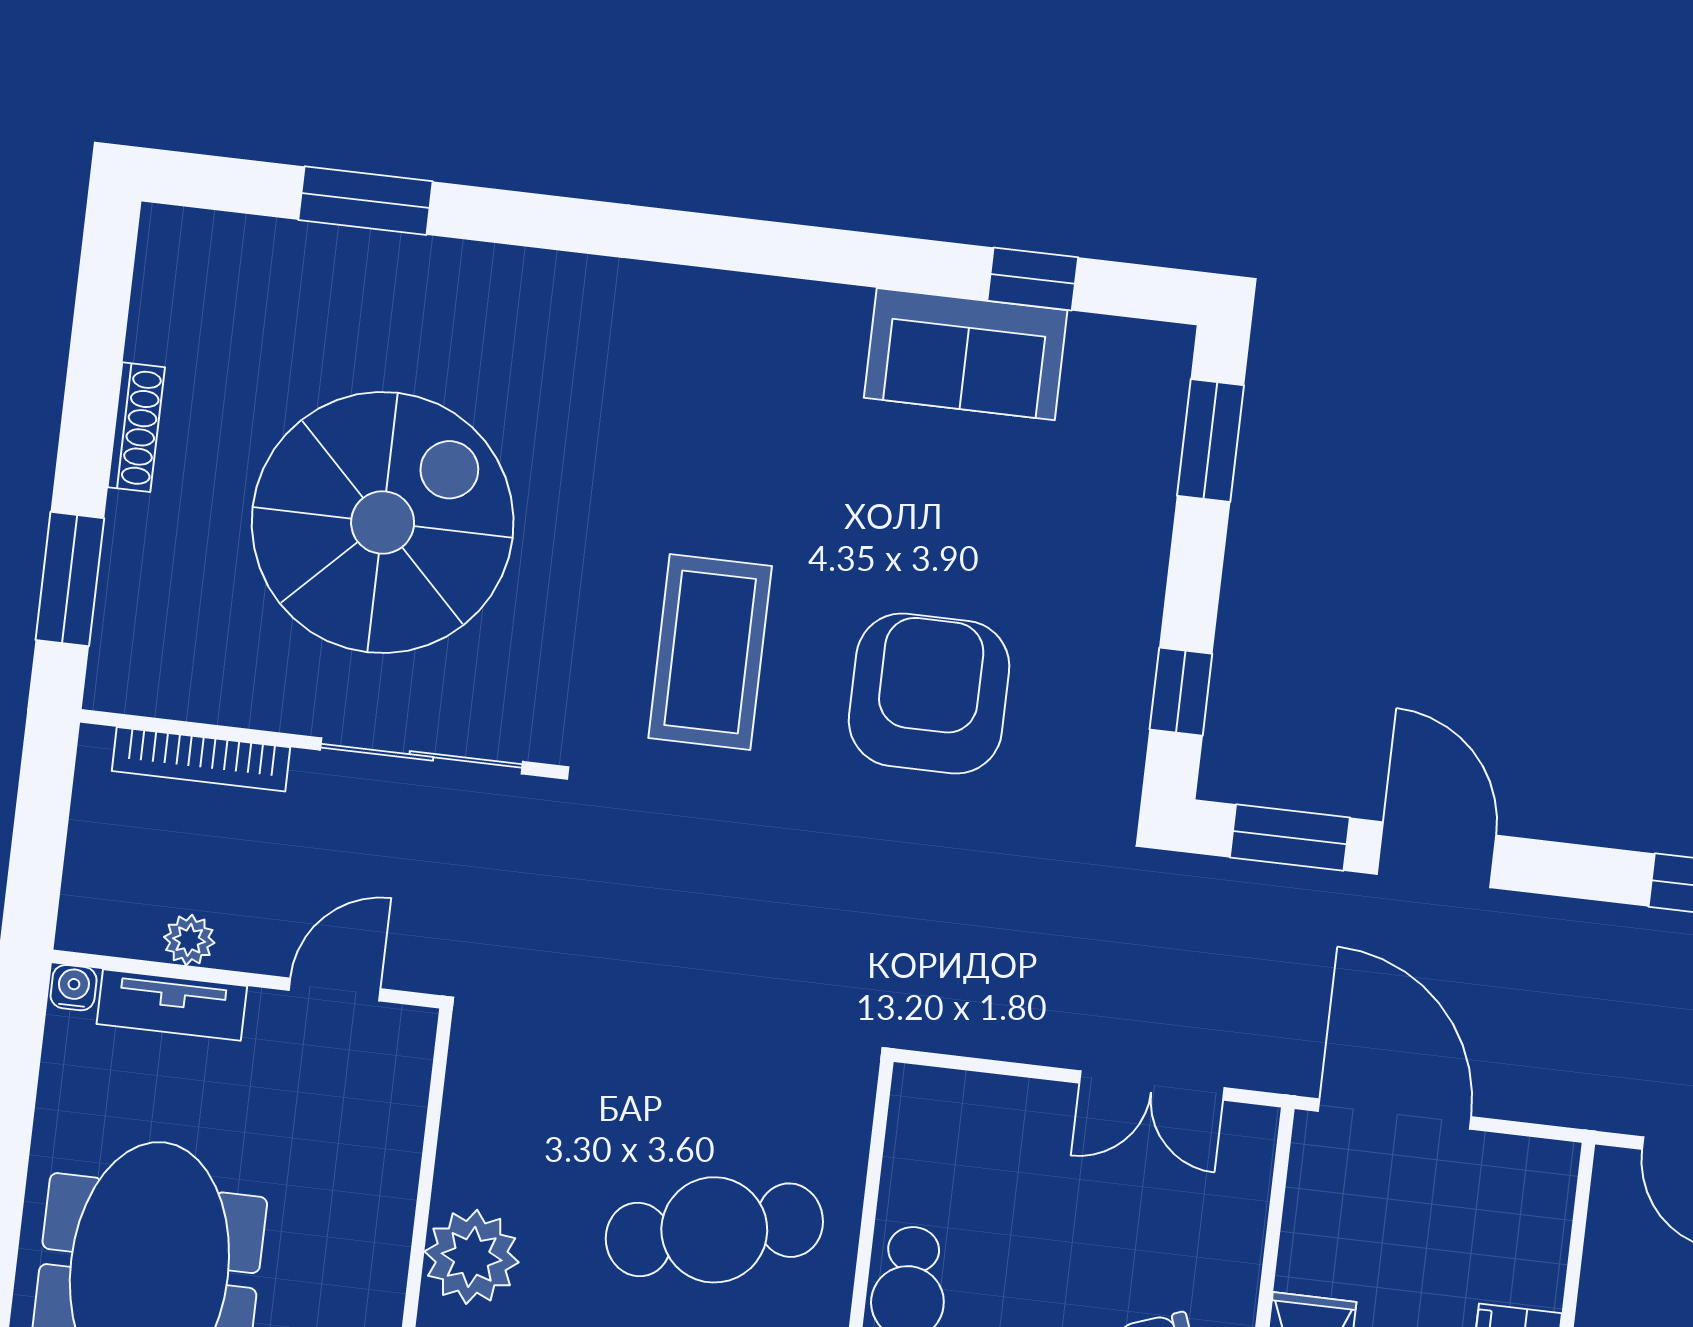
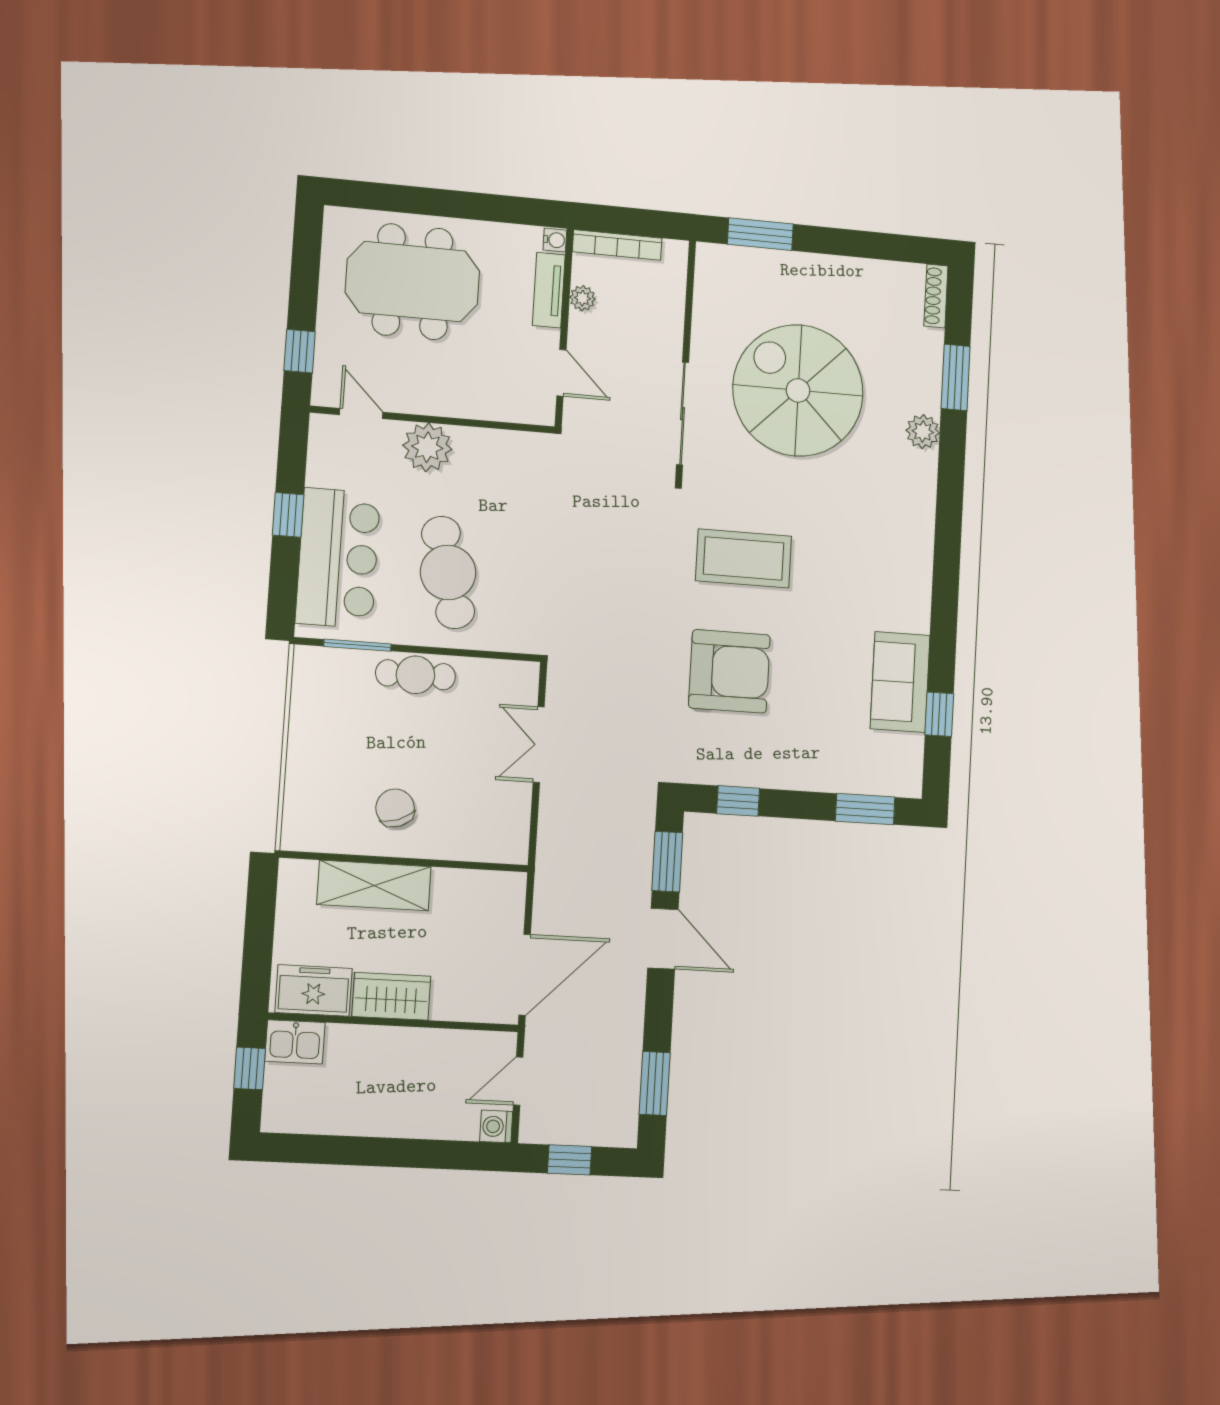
plant: (472, 275) -> (923, 432), added
shoe rack: (136, 427) -> (936, 296), moved, turned 90
spiral stairs: (383, 522) -> (798, 390), turned 180
bookcase: (201, 759) -> (617, 245), moved, turned -90
door: (1437, 855) -> (663, 939), hinge flipped
double door: (1152, 1085) -> (539, 745), moved
door: (1395, 1114) -> (525, 975), moved

